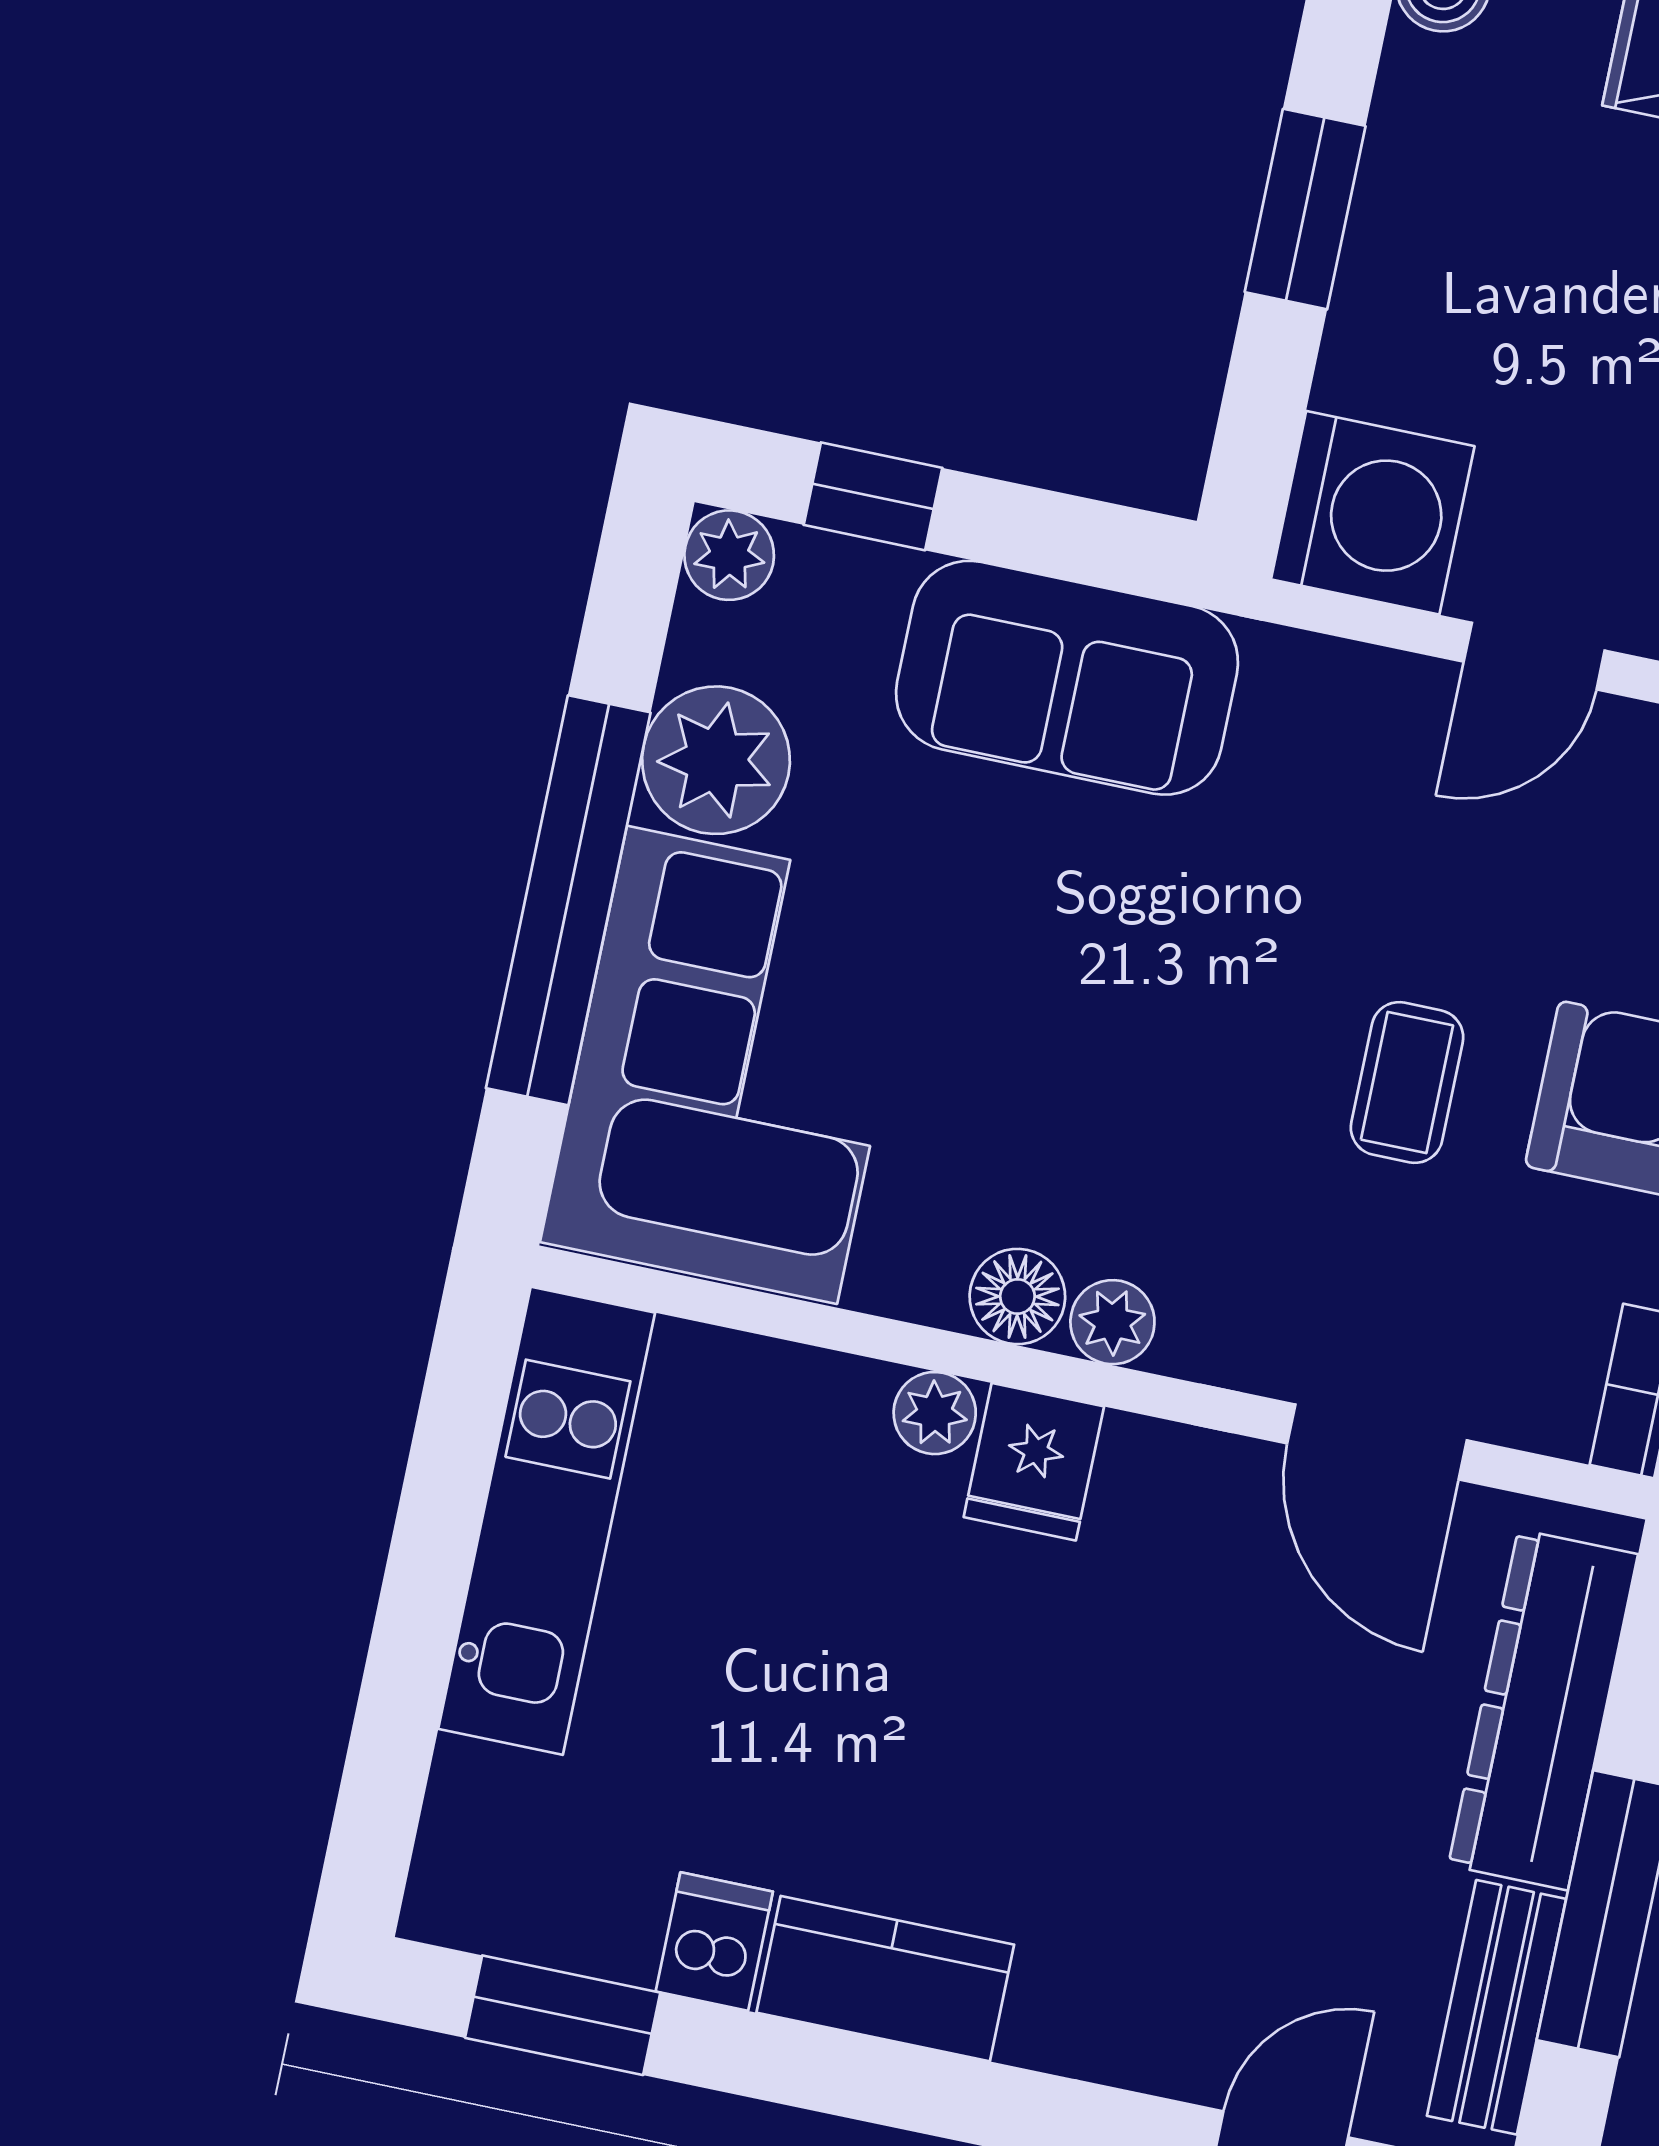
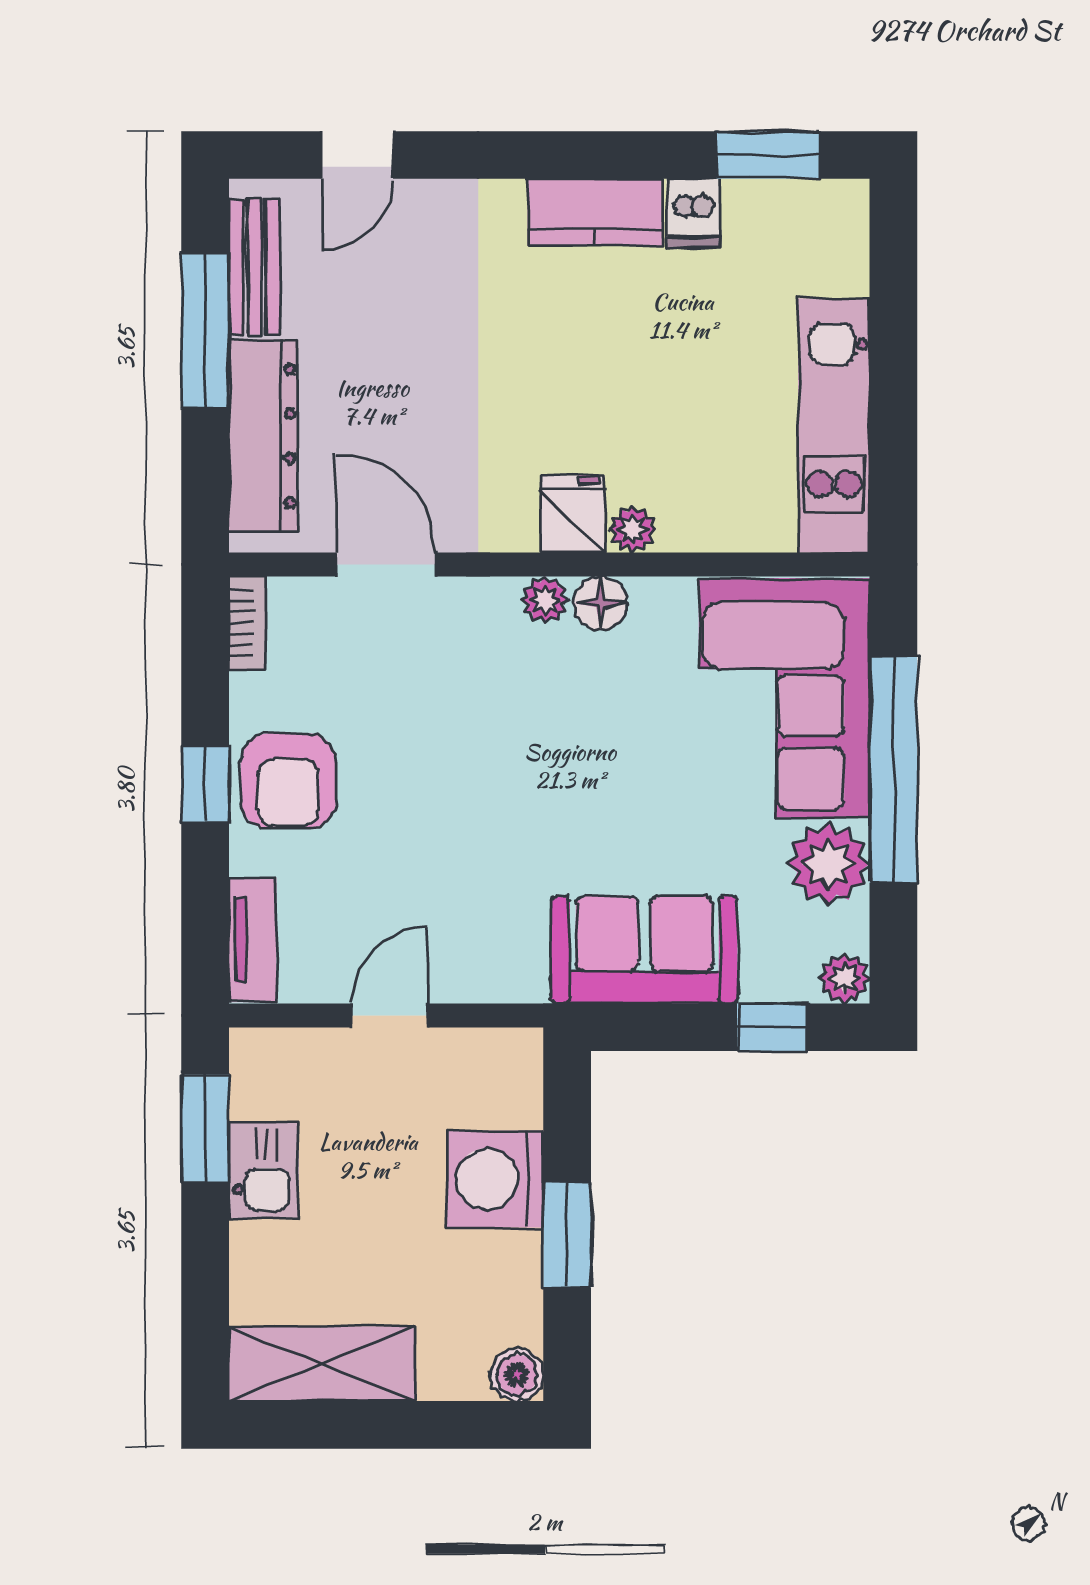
washing machine: (1373, 513) -> (495, 1179), moved
coffee table: (1407, 1083) -> (410, 766), removed

